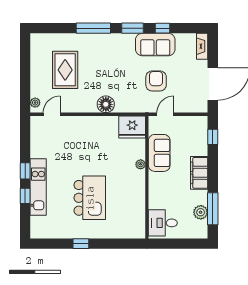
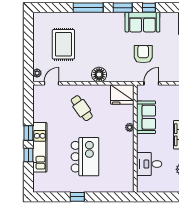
cafe table: (86, 143) -> (82, 108), added
desk: (163, 223) -> (149, 164), moved

